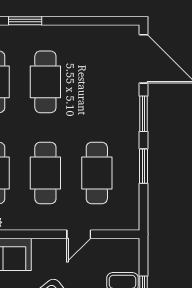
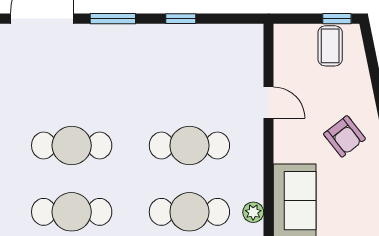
window: (144, 166) -> (181, 19), width x0.67
cafe table: (97, 173) -> (189, 79), removed

